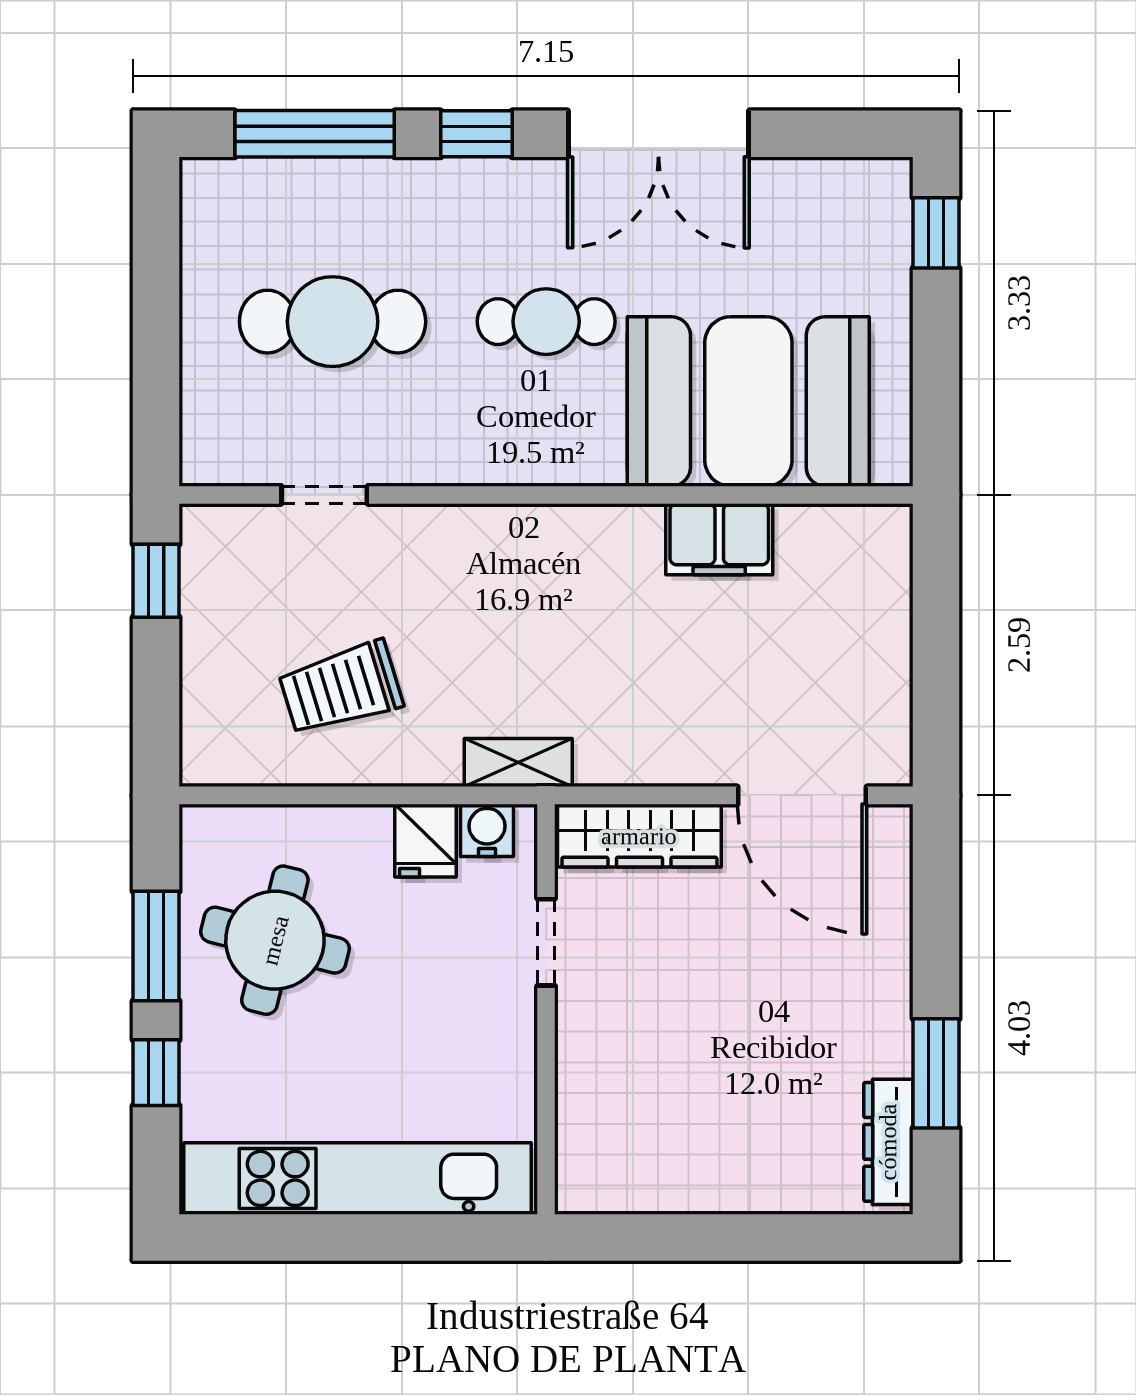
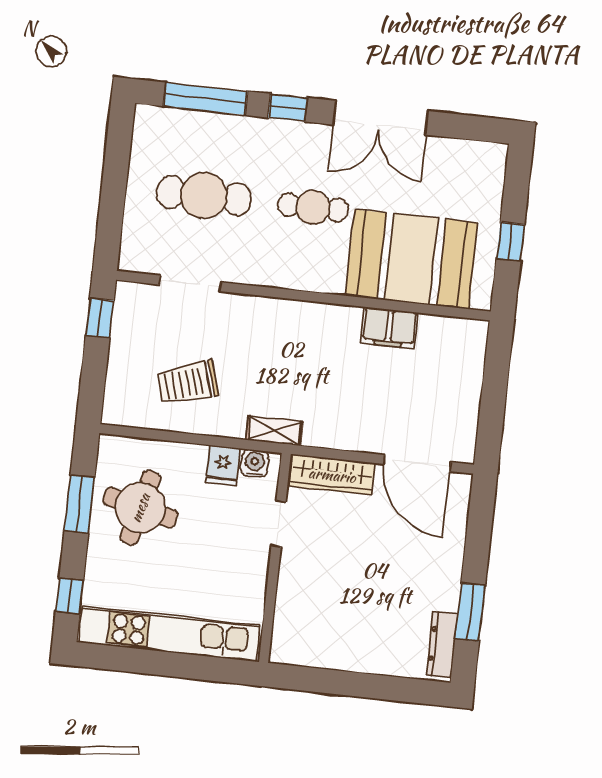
window: (936, 233) -> (510, 241), moved
doorway: (324, 495) -> (190, 283), width x1.38
window: (156, 1073) -> (70, 596), moved

